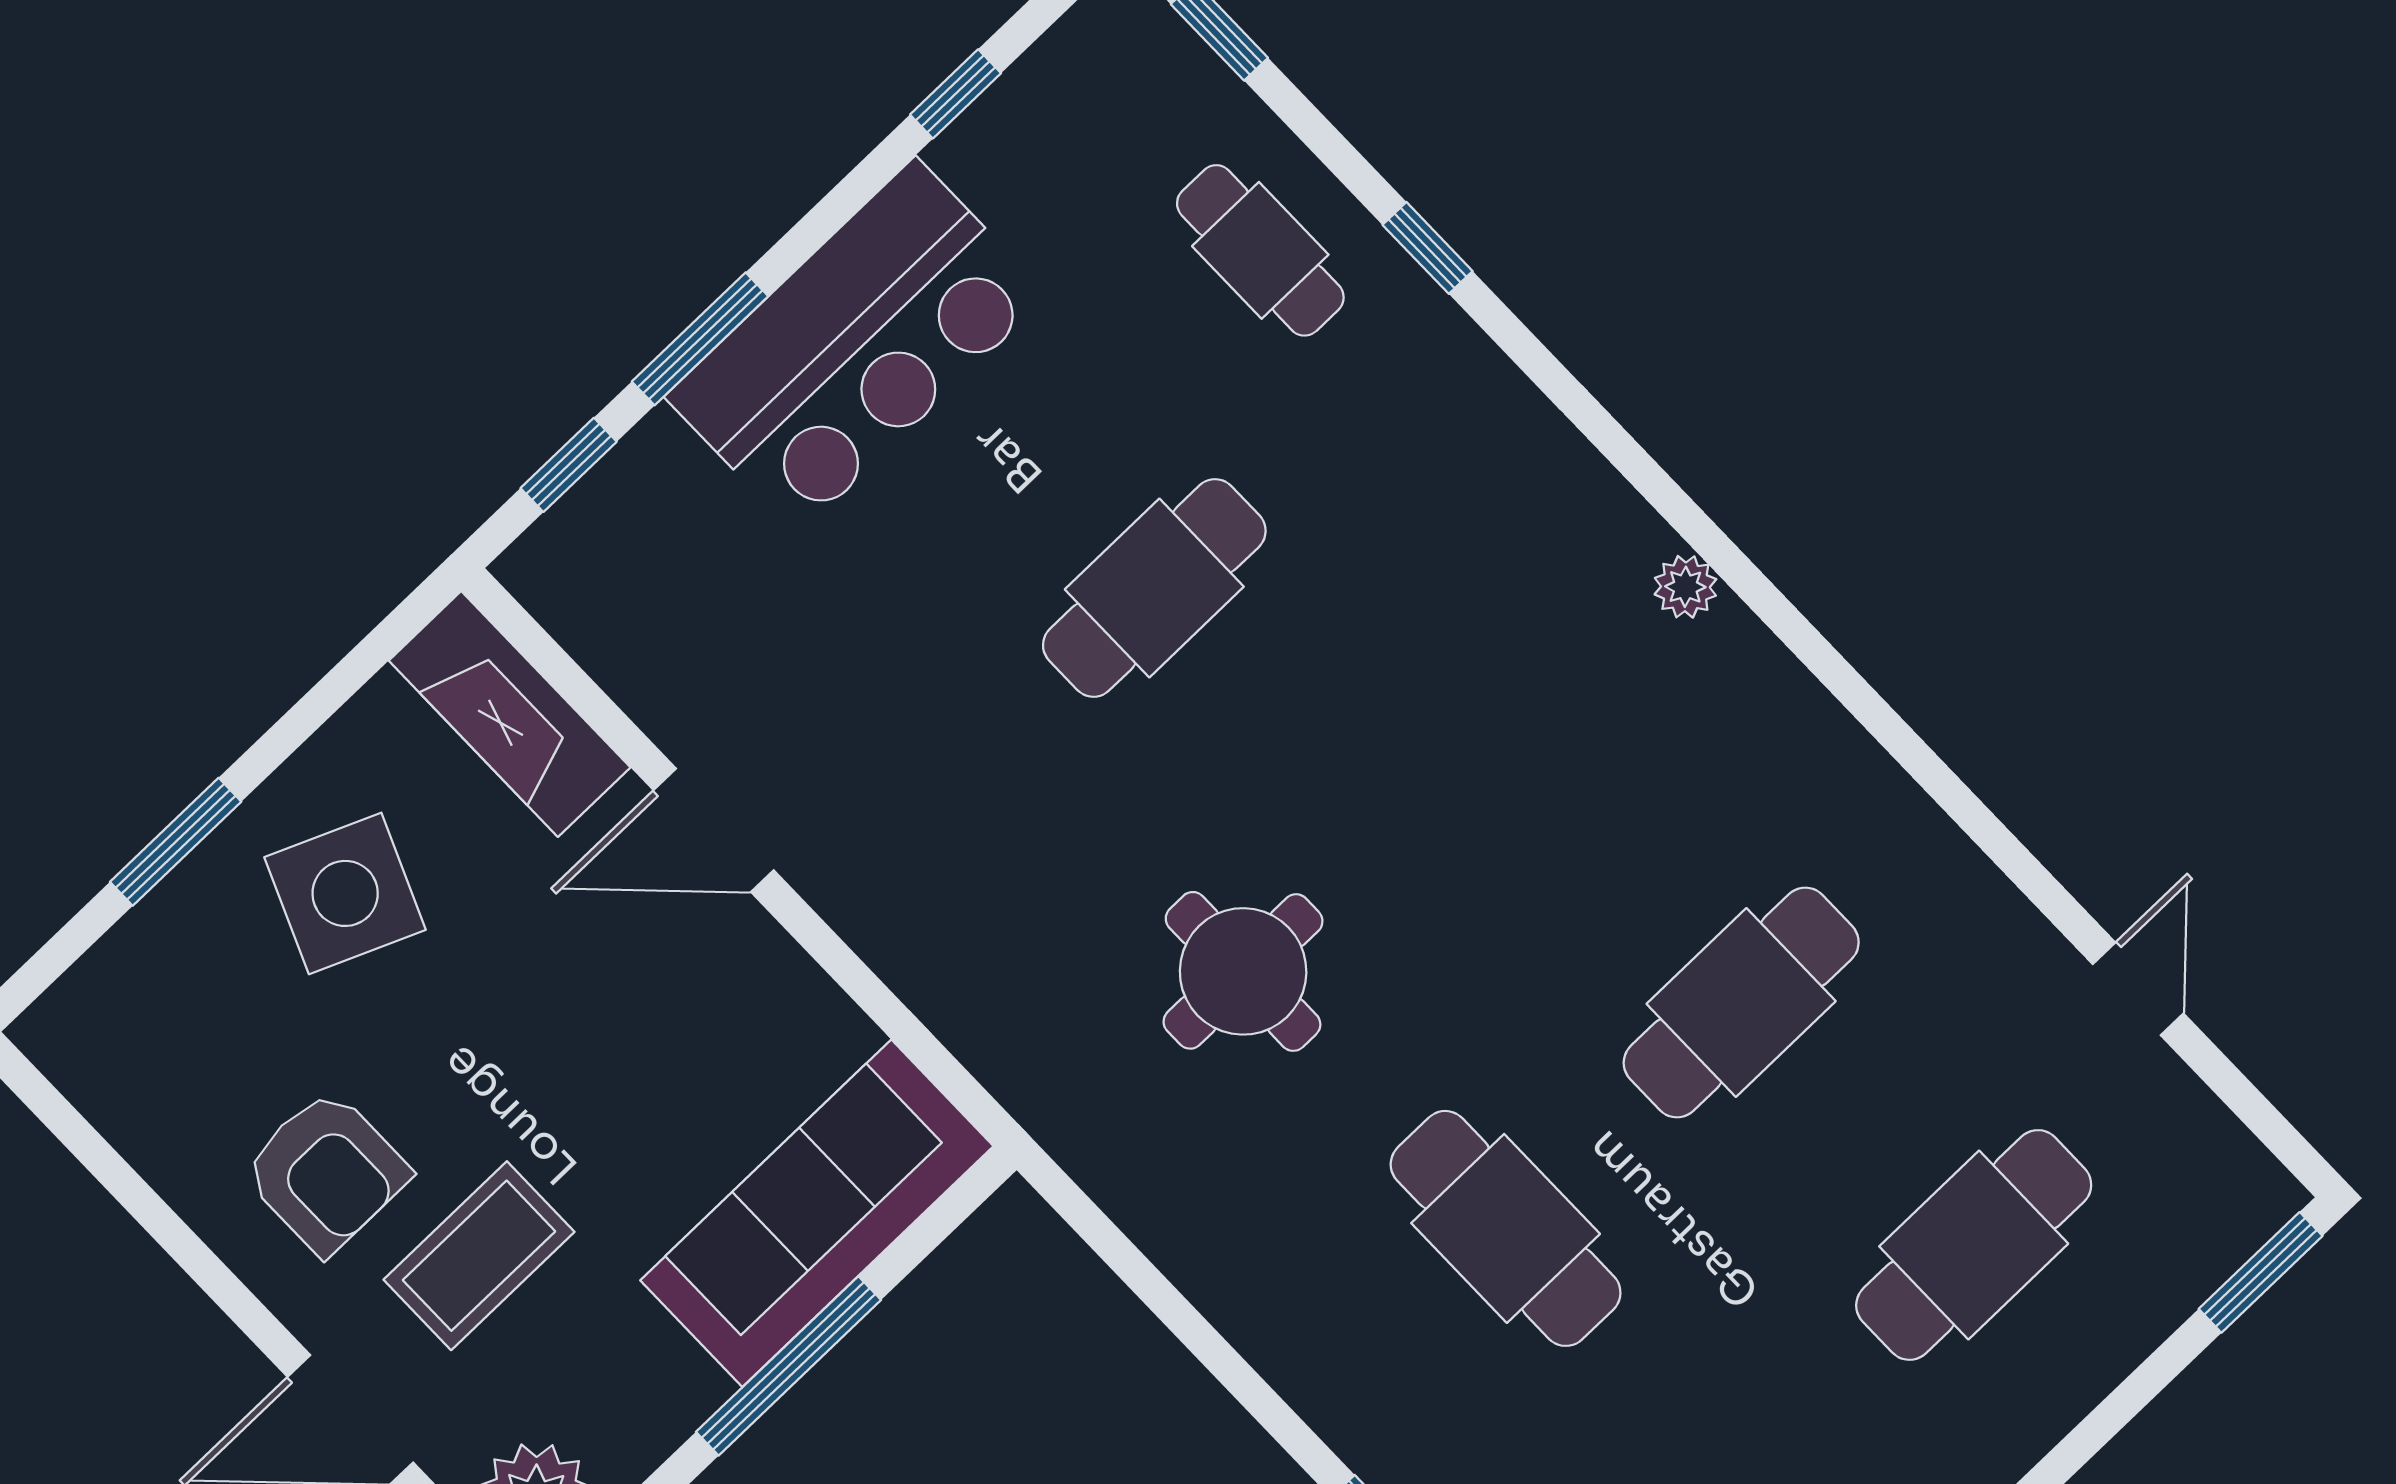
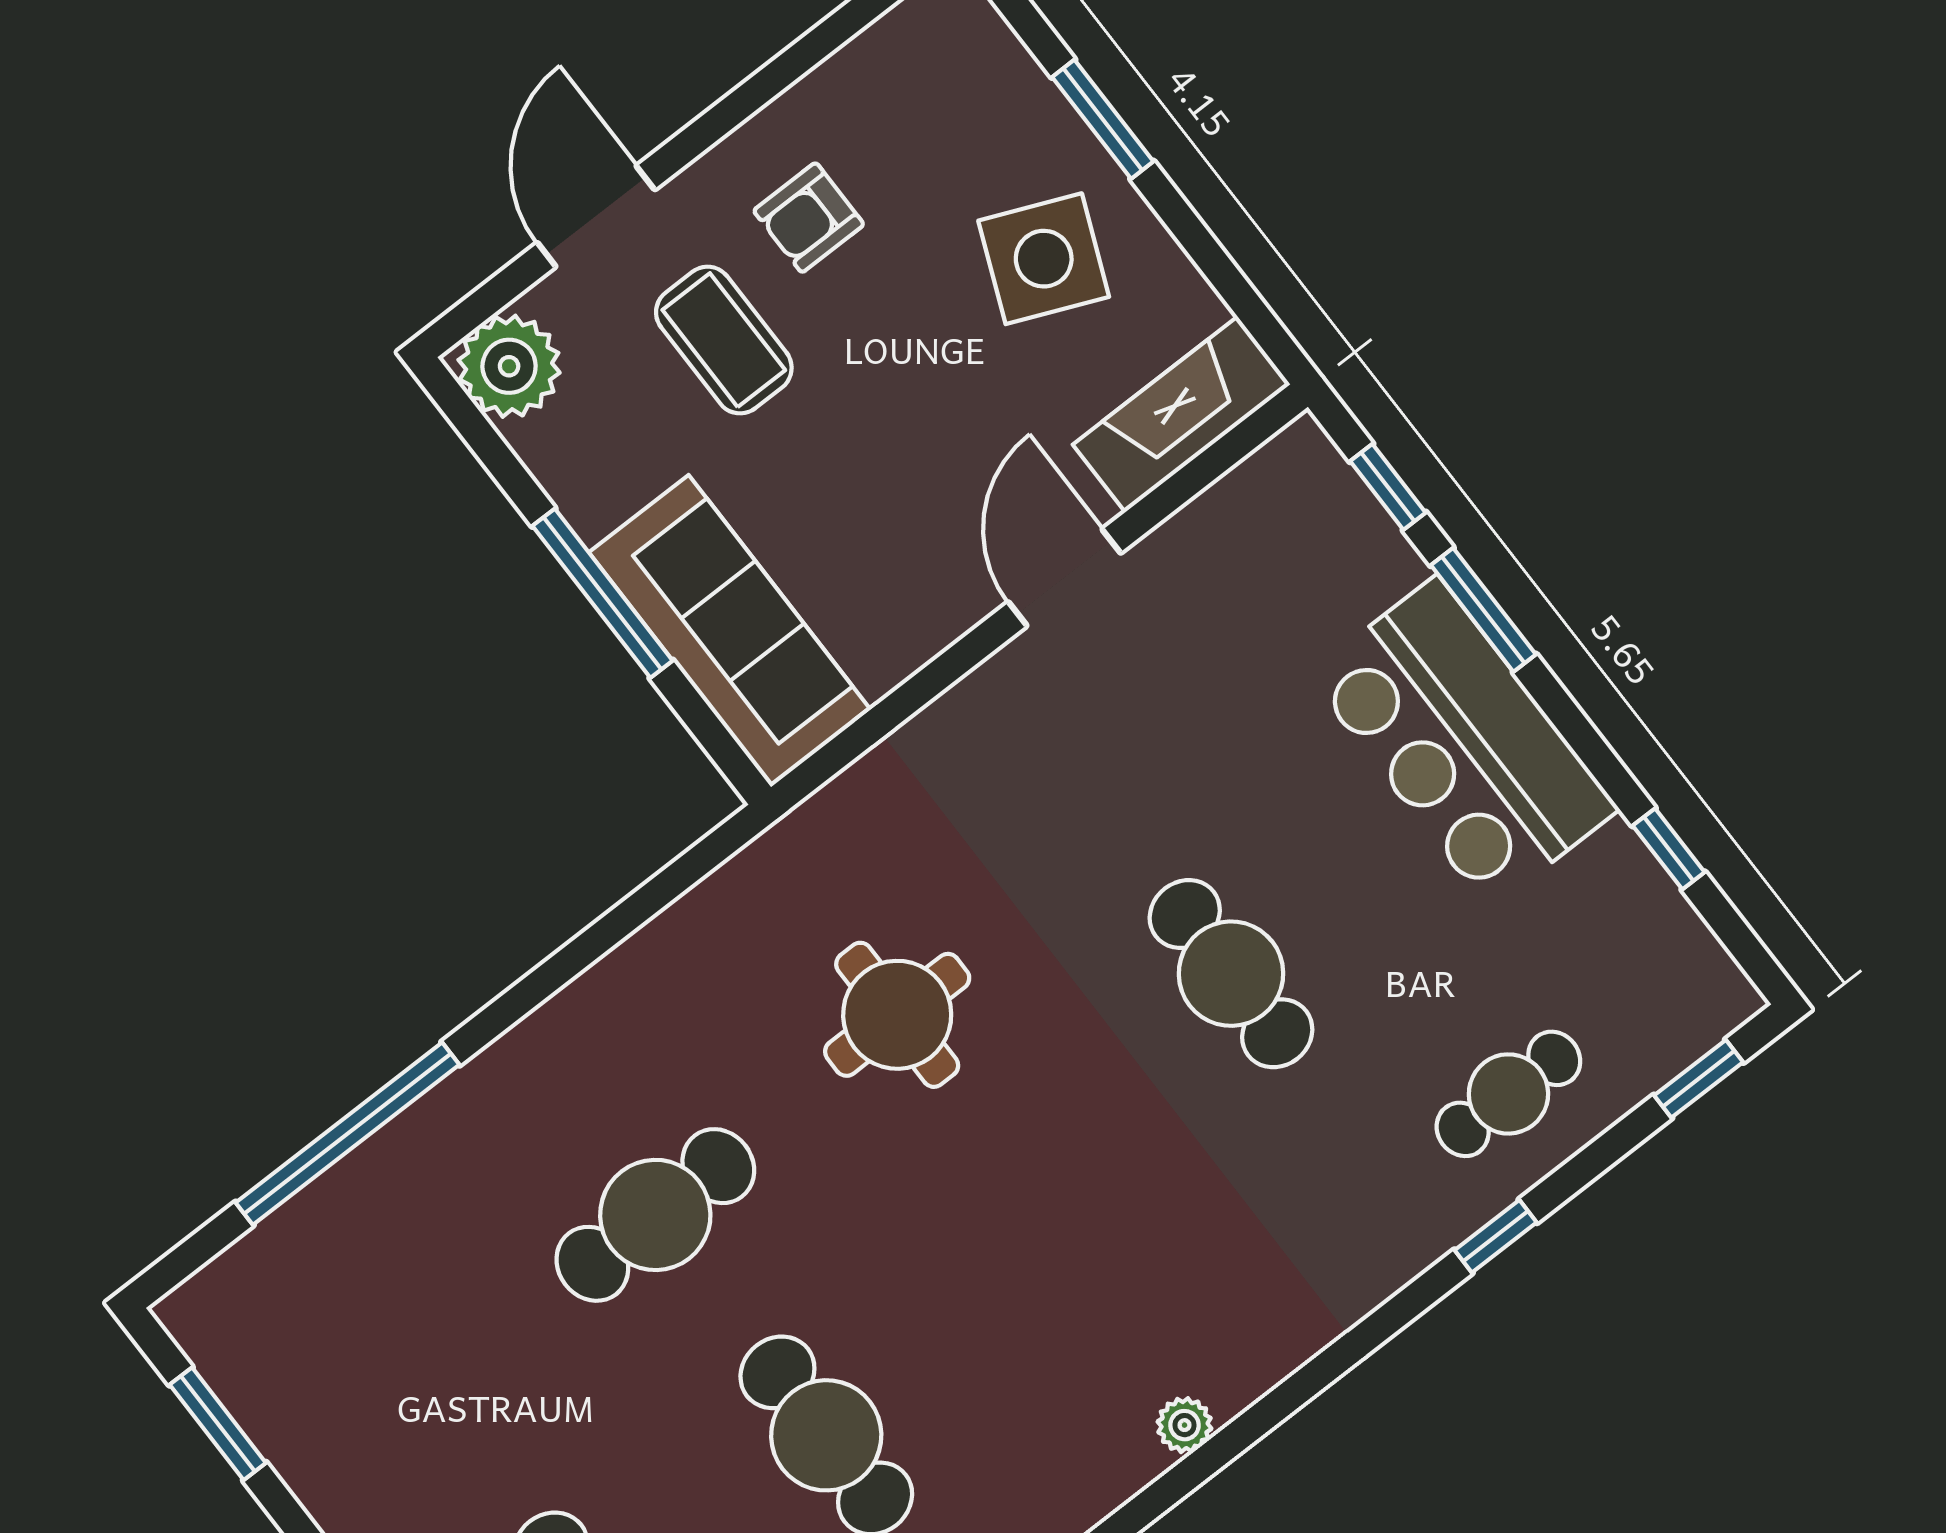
armchair: (326, 1172) -> (809, 218), width x0.72, depth x0.72

